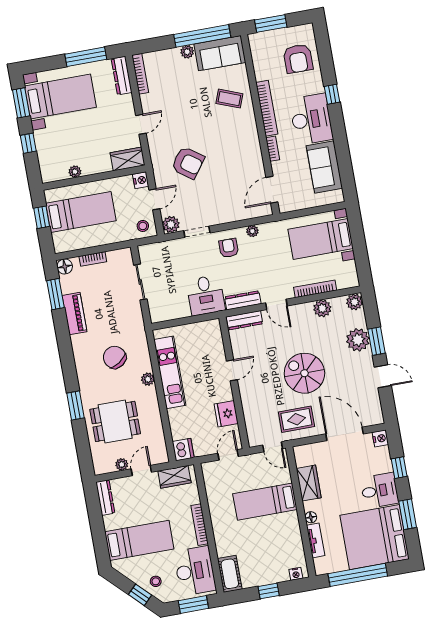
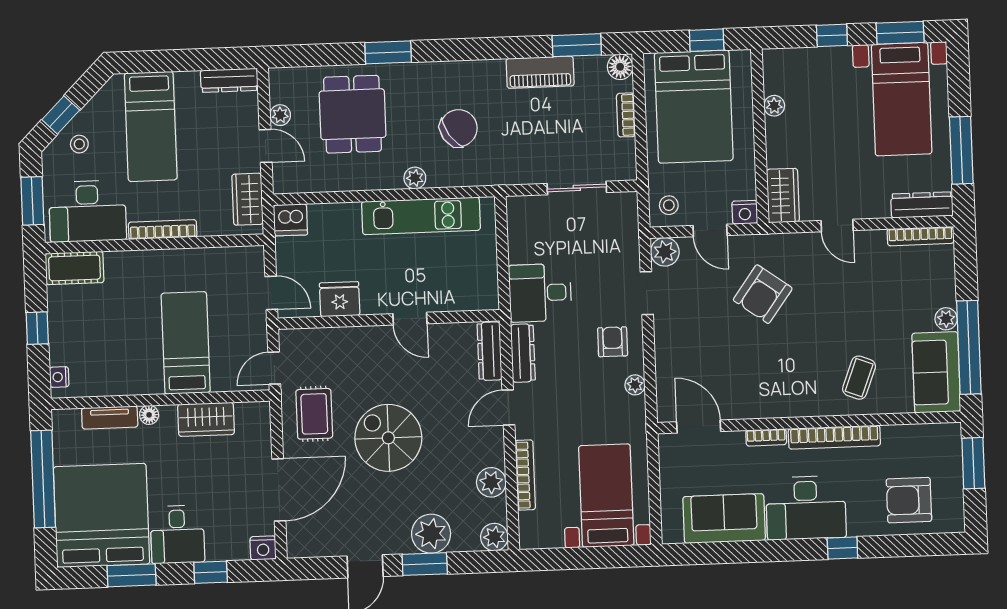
bed: (81, 212) -> (694, 107), width x1.50
armchair: (229, 248) -> (613, 342), turned -90
spiral stairs: (304, 373) -> (388, 438), turned -90

